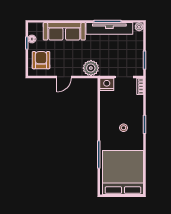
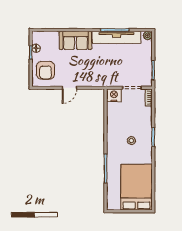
sofa: (64, 31) -> (75, 40), width x0.73
armchair: (41, 60) -> (46, 70), turned 180
plant: (91, 68) -> (97, 78), removed
bed: (123, 173) -> (136, 187), width x0.73

